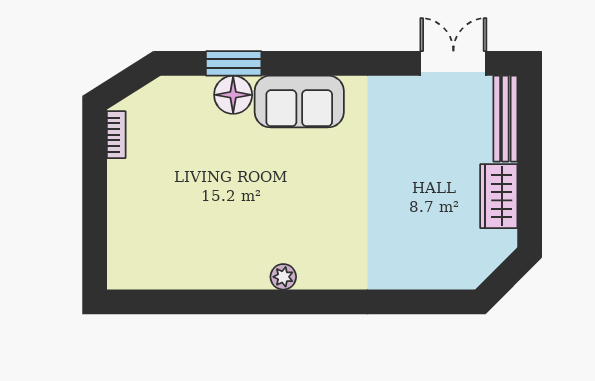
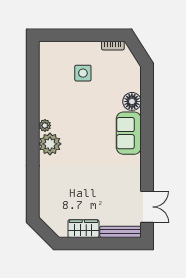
window: (234, 63) -> (147, 102), removed
side table: (174, 197) -> (83, 73), added
plant: (322, 266) -> (50, 144), added

